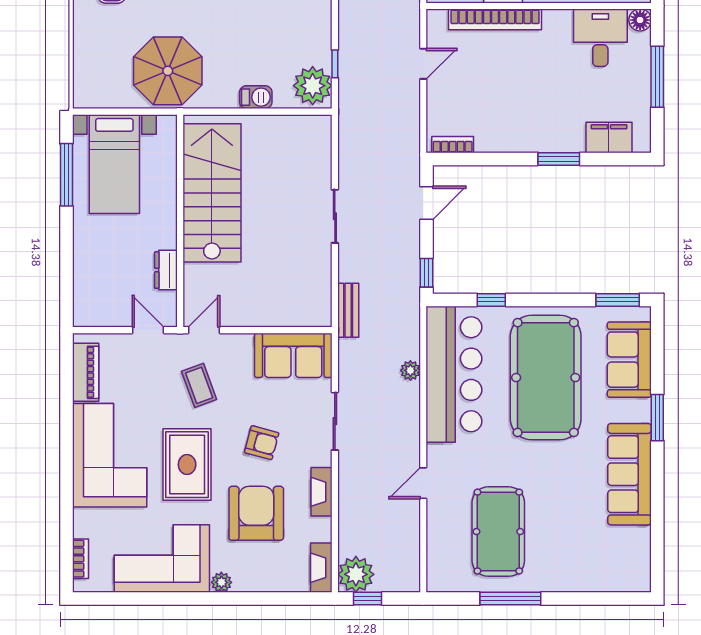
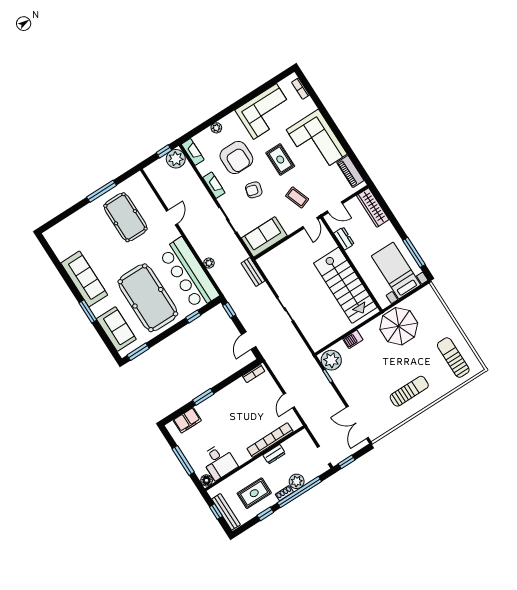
wardrobe: (87, 291) -> (373, 208), added
rug: (187, 465) -> (280, 160), width x0.73, depth x0.70
plant: (221, 582) -> (216, 128), moved

